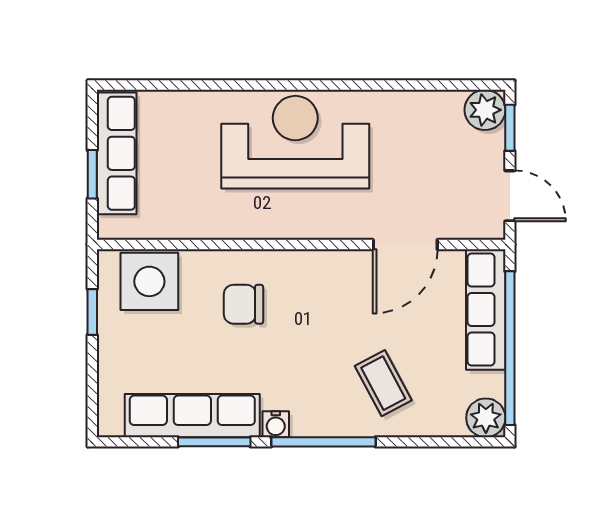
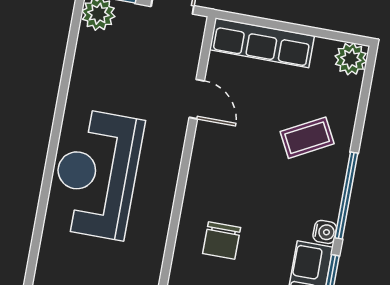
door: (405, 244) -> (197, 99), width x0.73
window: (510, 348) -> (297, 29), removed

